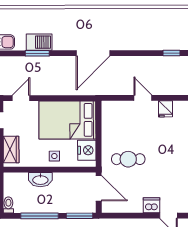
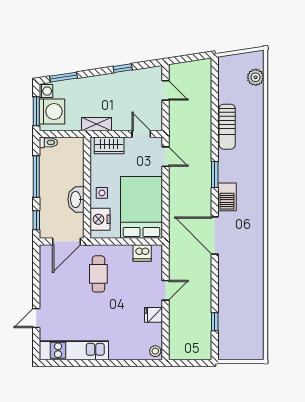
barbecue: (39, 42) -> (227, 197), moved
nightstand: (87, 150) -> (100, 219), moved, turned 90
washbasin: (40, 180) -> (76, 199), moved
dishwasher: (152, 205) -> (142, 253), moved, turned 90
window: (79, 216) -> (36, 220), width x0.67

